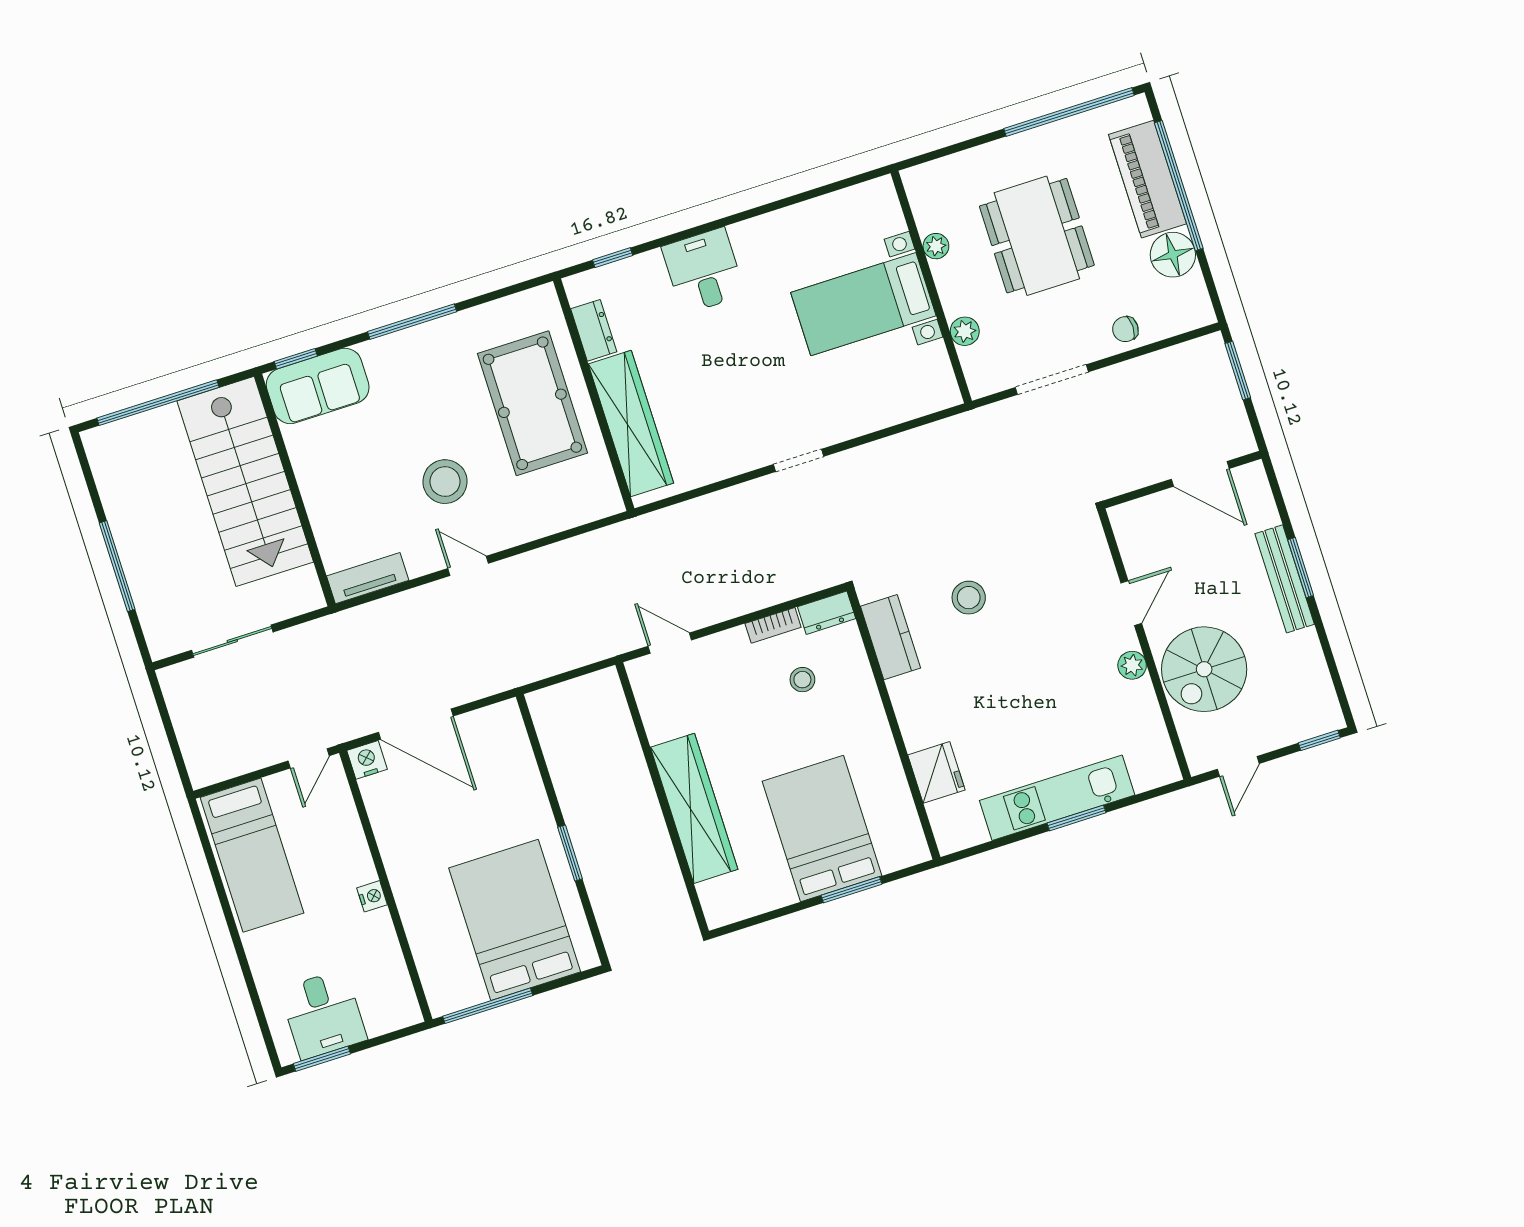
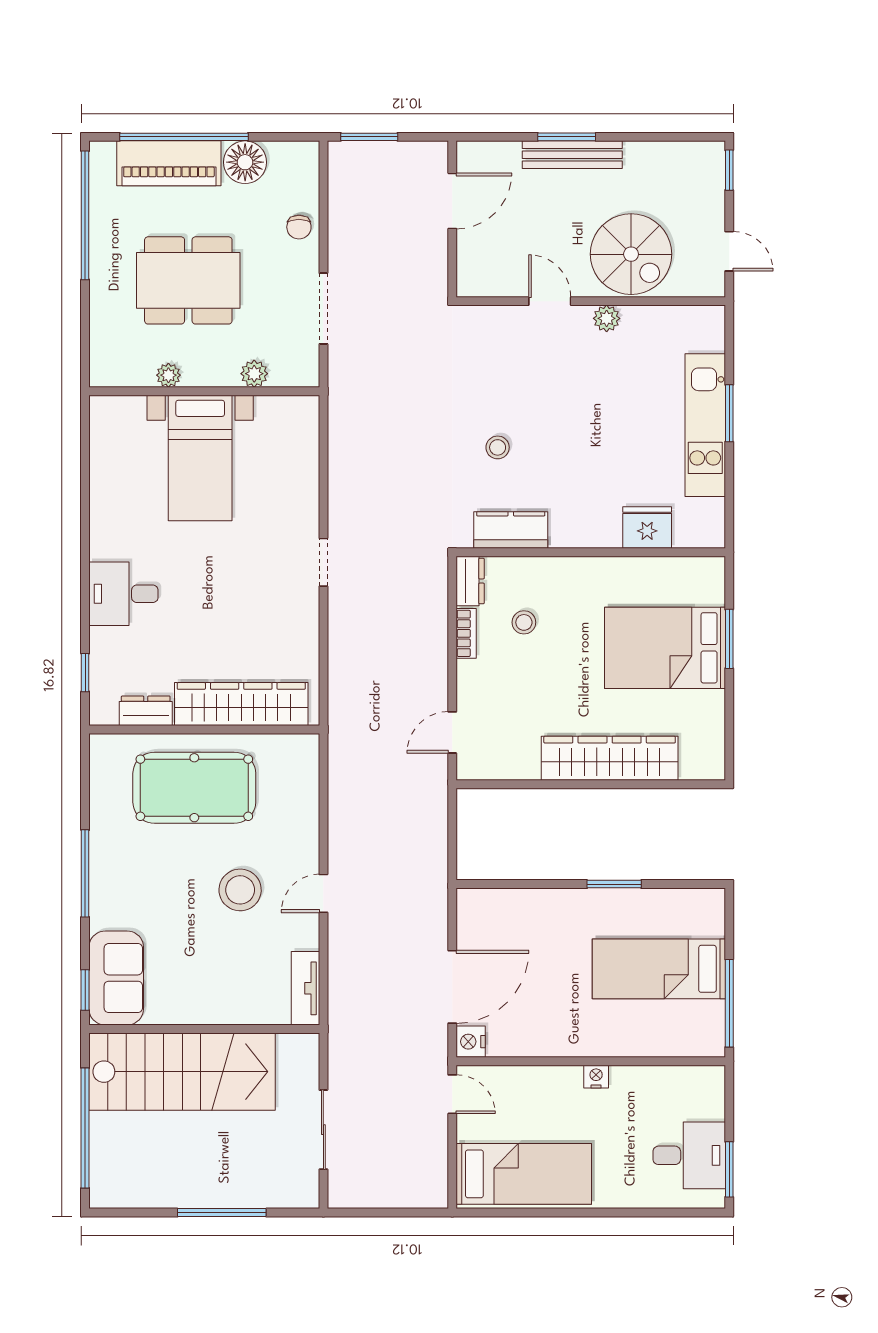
stool: (969, 598) -> (498, 447), width x0.73, depth x0.73
bed: (515, 920) -> (659, 969), width x0.67

